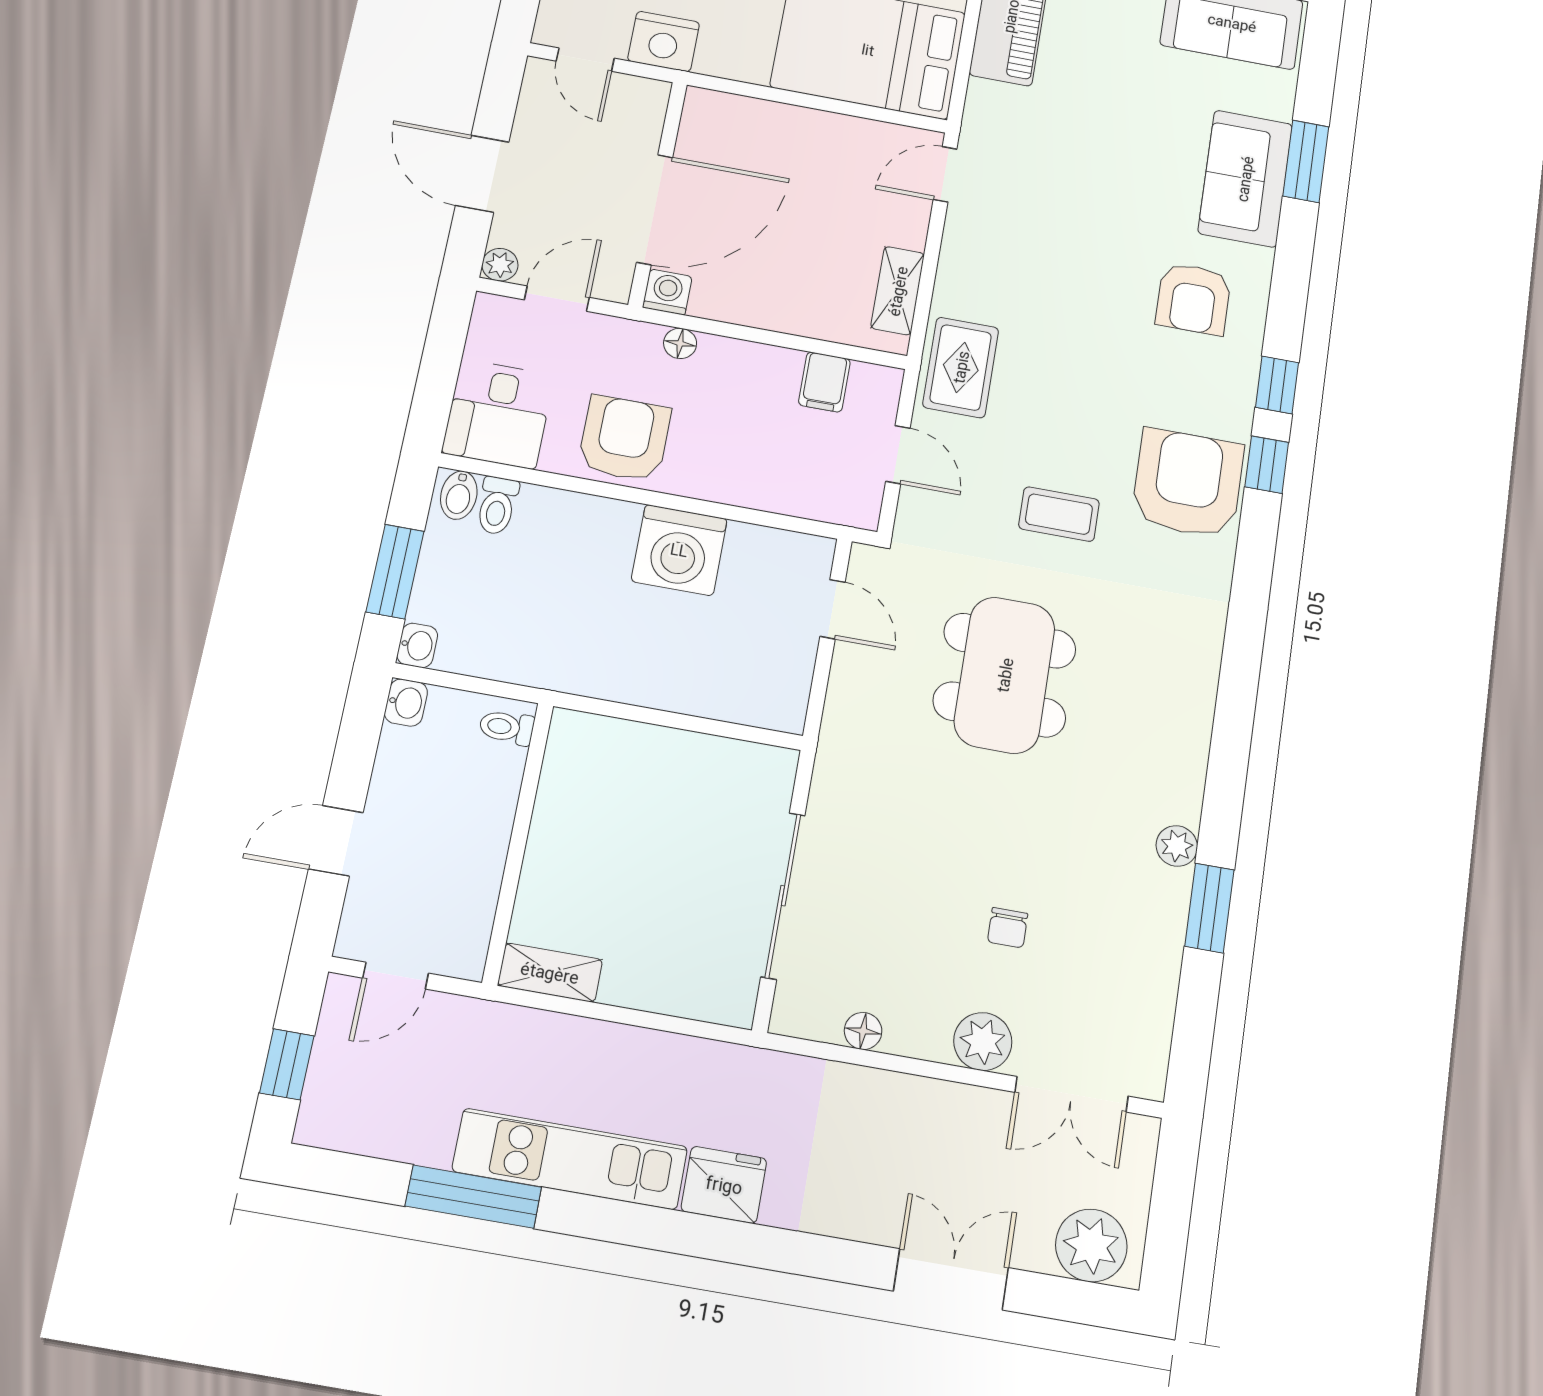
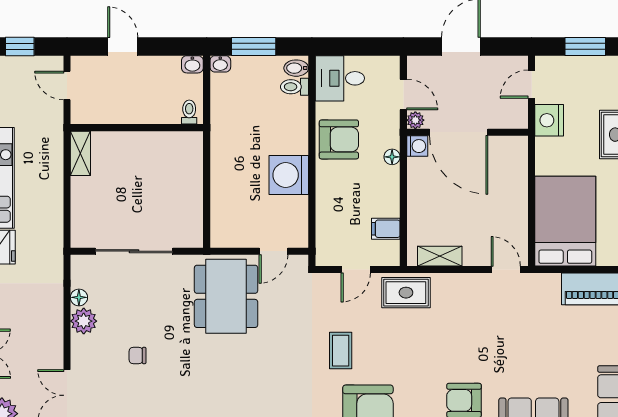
plant: (500, 265) -> (415, 120), moved
dining table: (1005, 675) -> (226, 296), moved, turned 90
plant: (983, 1041) -> (84, 321), moved

